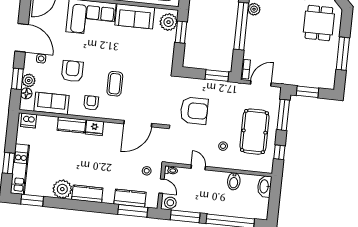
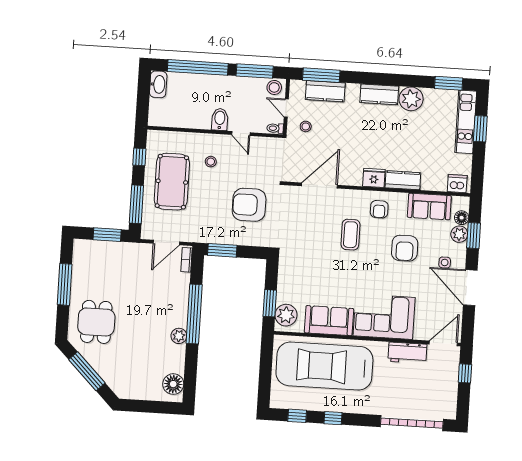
bidet: (234, 181) -> (220, 119), moved
washbasin: (264, 186) -> (158, 84), moved

